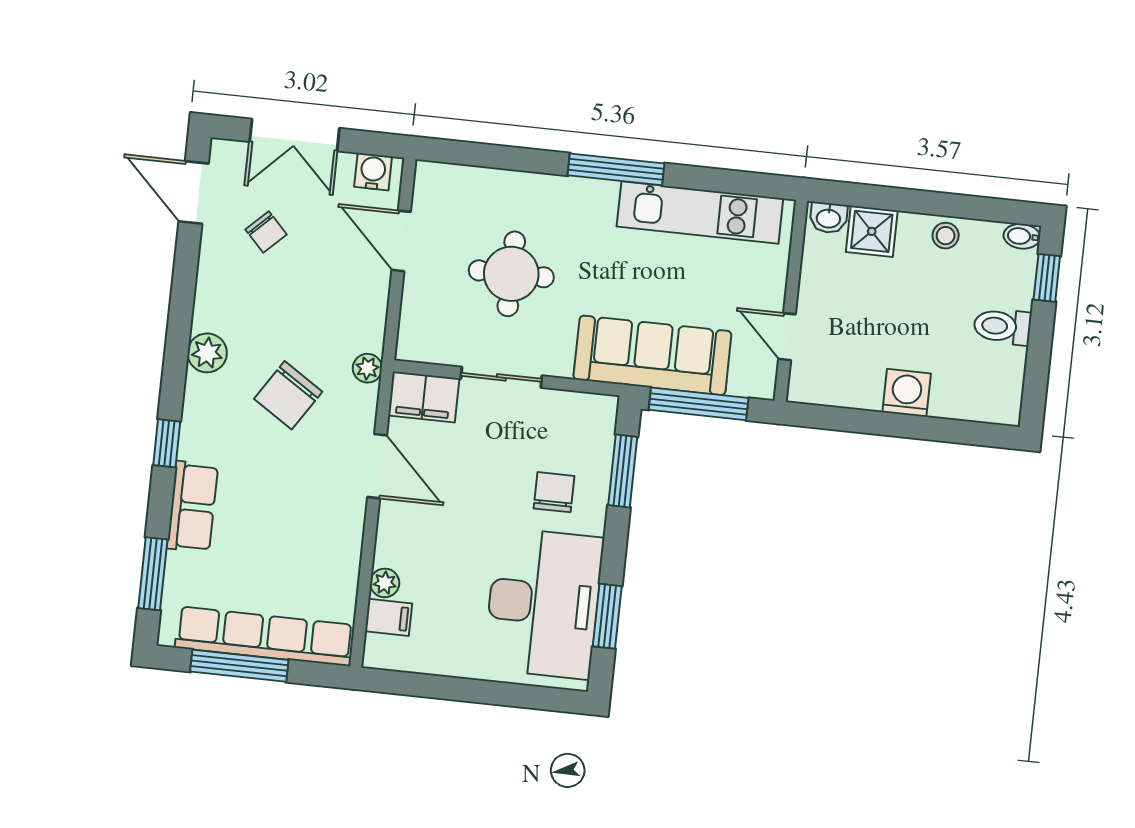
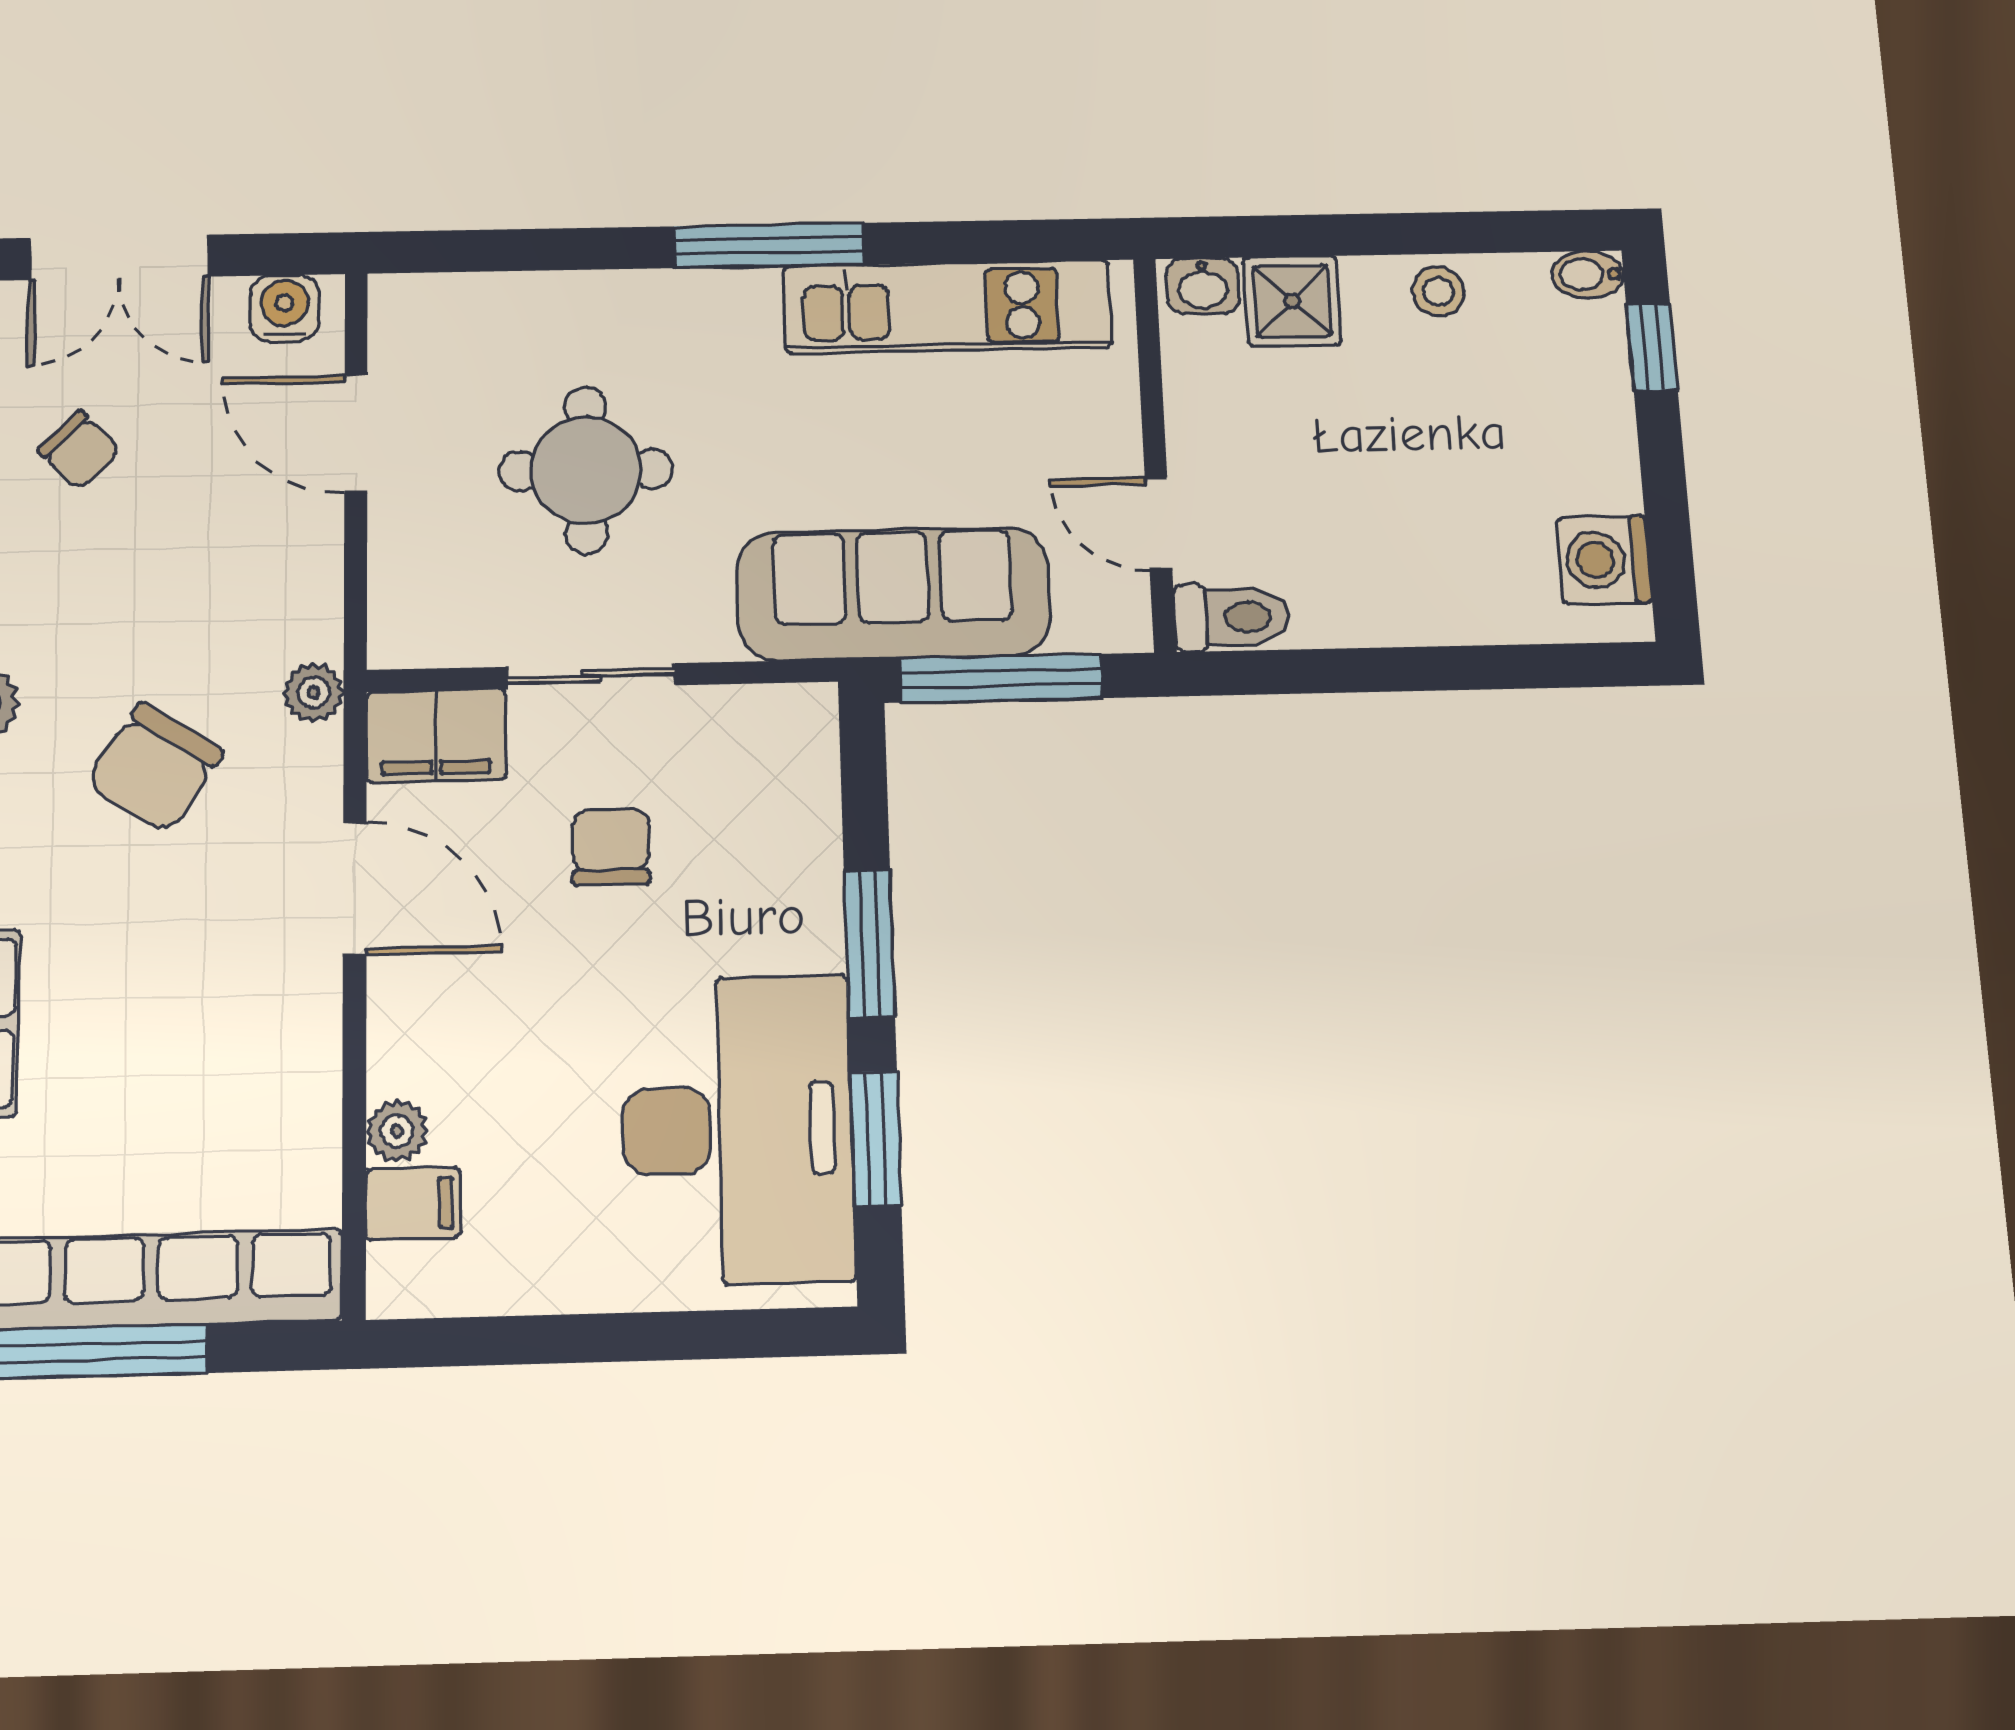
toilet: (1002, 326) -> (1232, 617), moved, turned 180
washing machine: (907, 393) -> (1604, 560), moved, turned -90
window: (623, 471) -> (869, 943), moved
chair: (554, 492) -> (611, 847), moved

